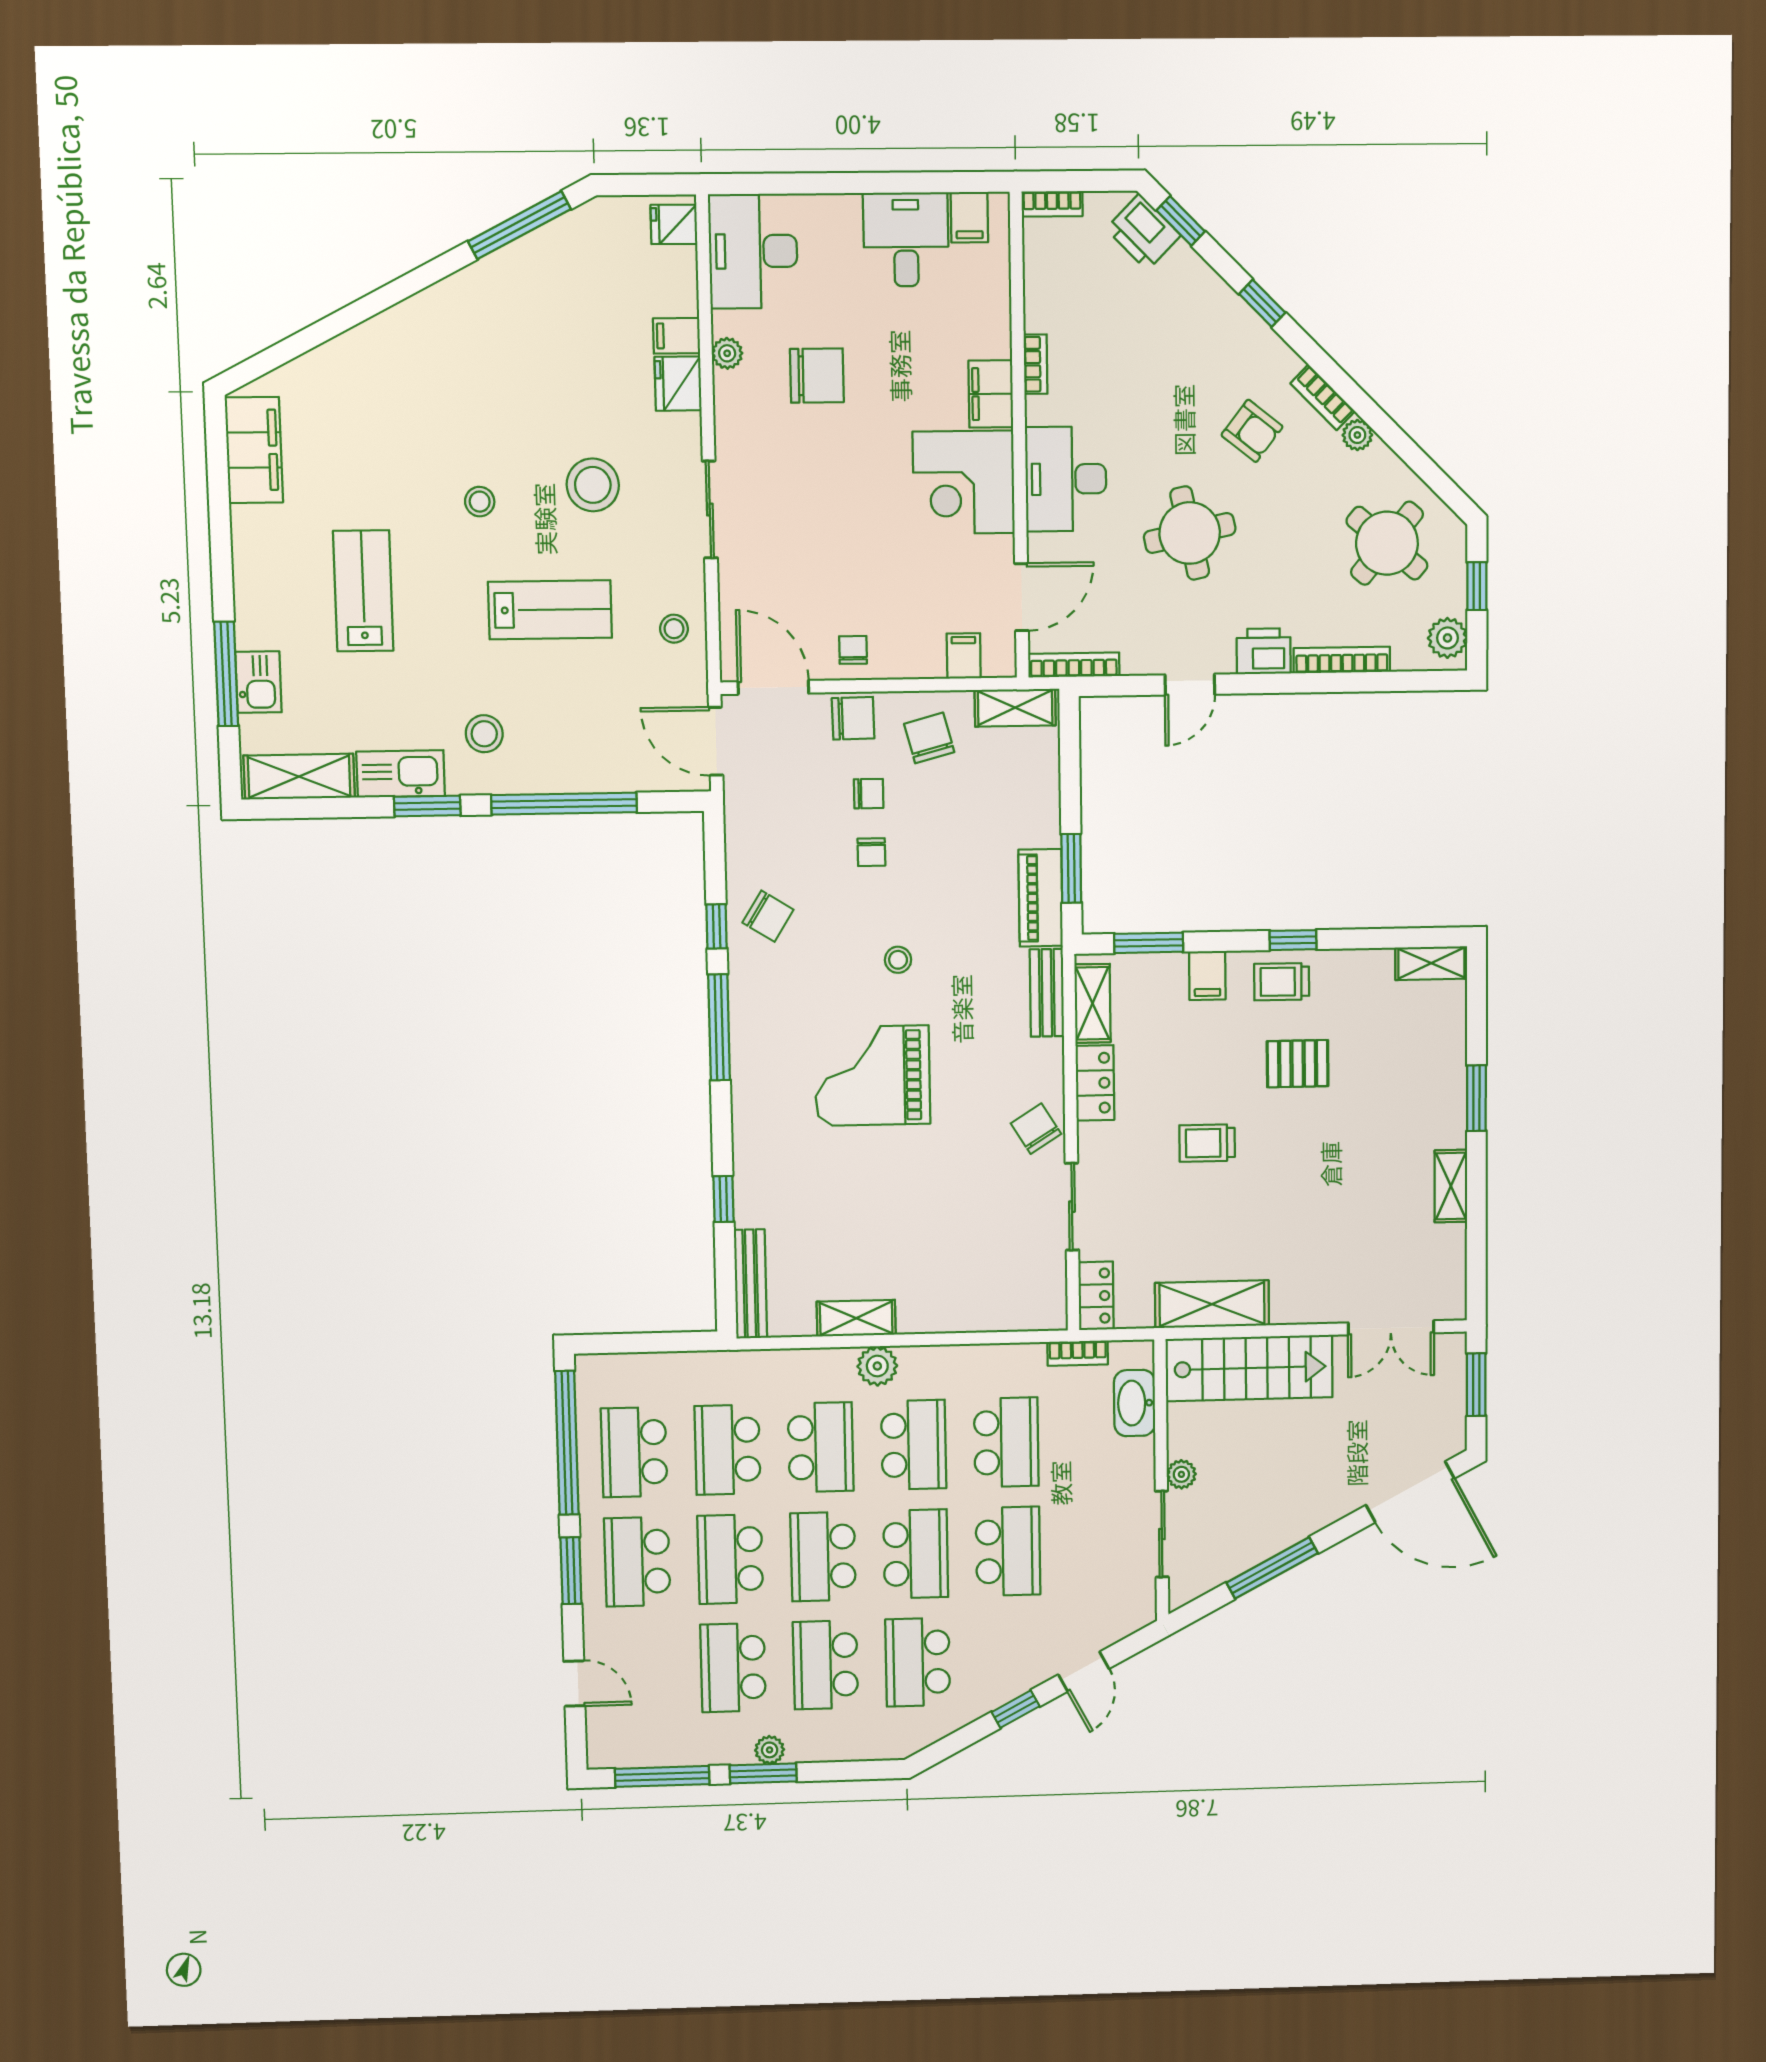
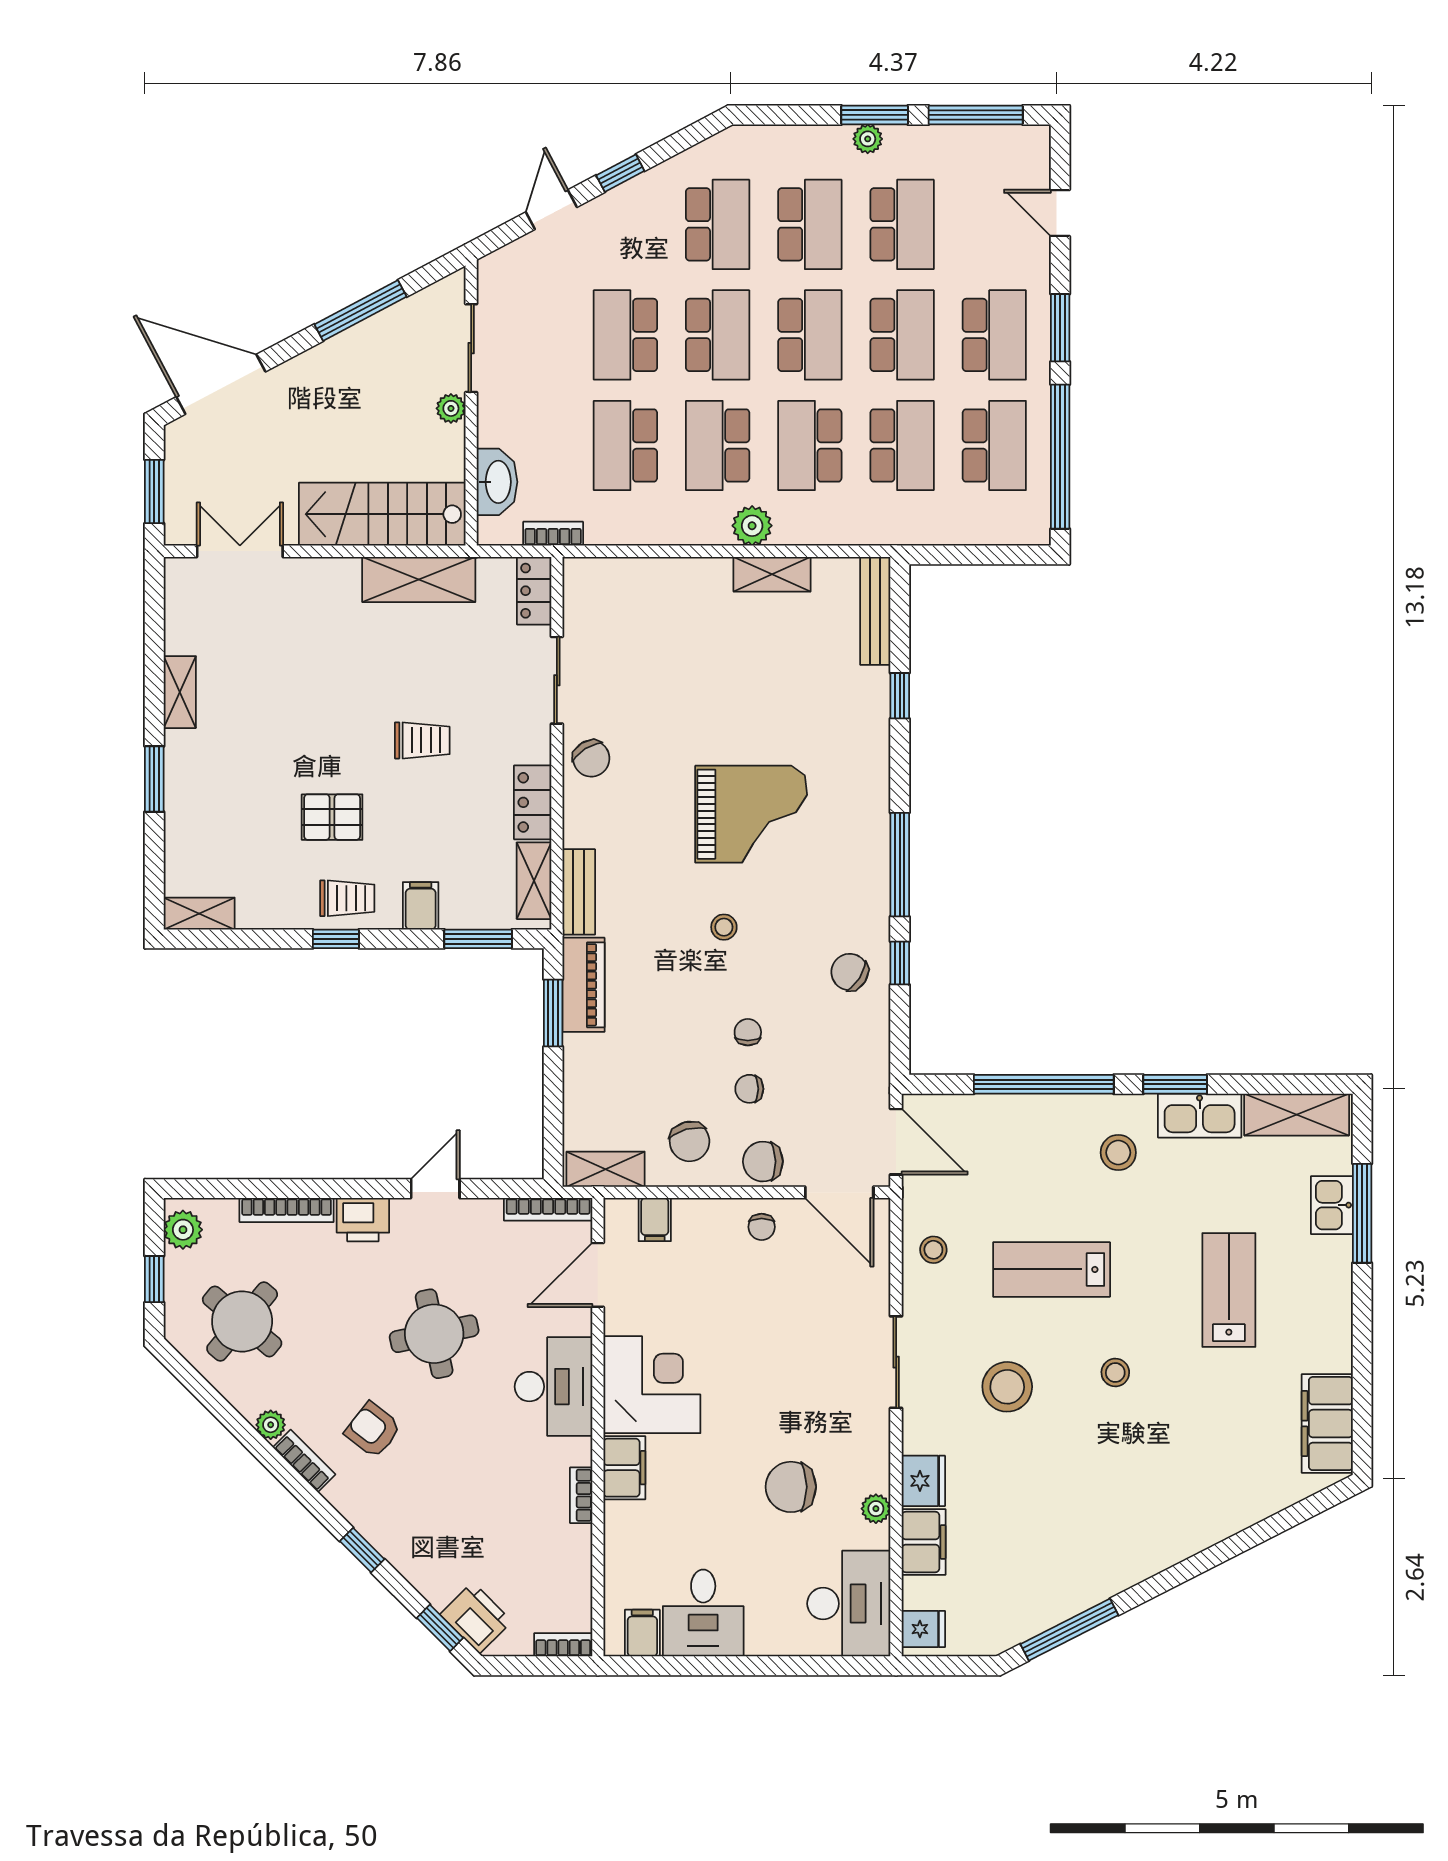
filing cabinet: (676, 336) -> (924, 1542), width x2.00
lab bench: (363, 591) -> (1229, 1290), turned 180
school desk: (916, 1554) -> (718, 335), turned 180

